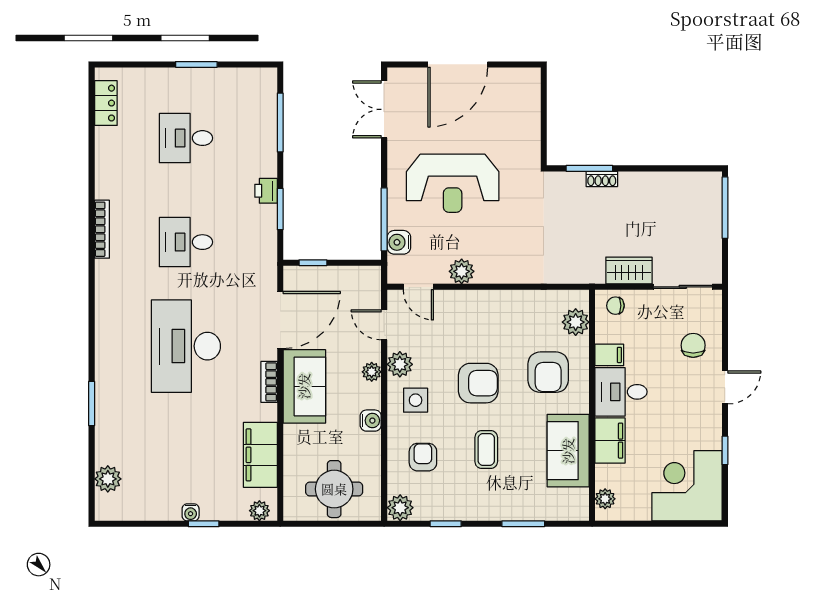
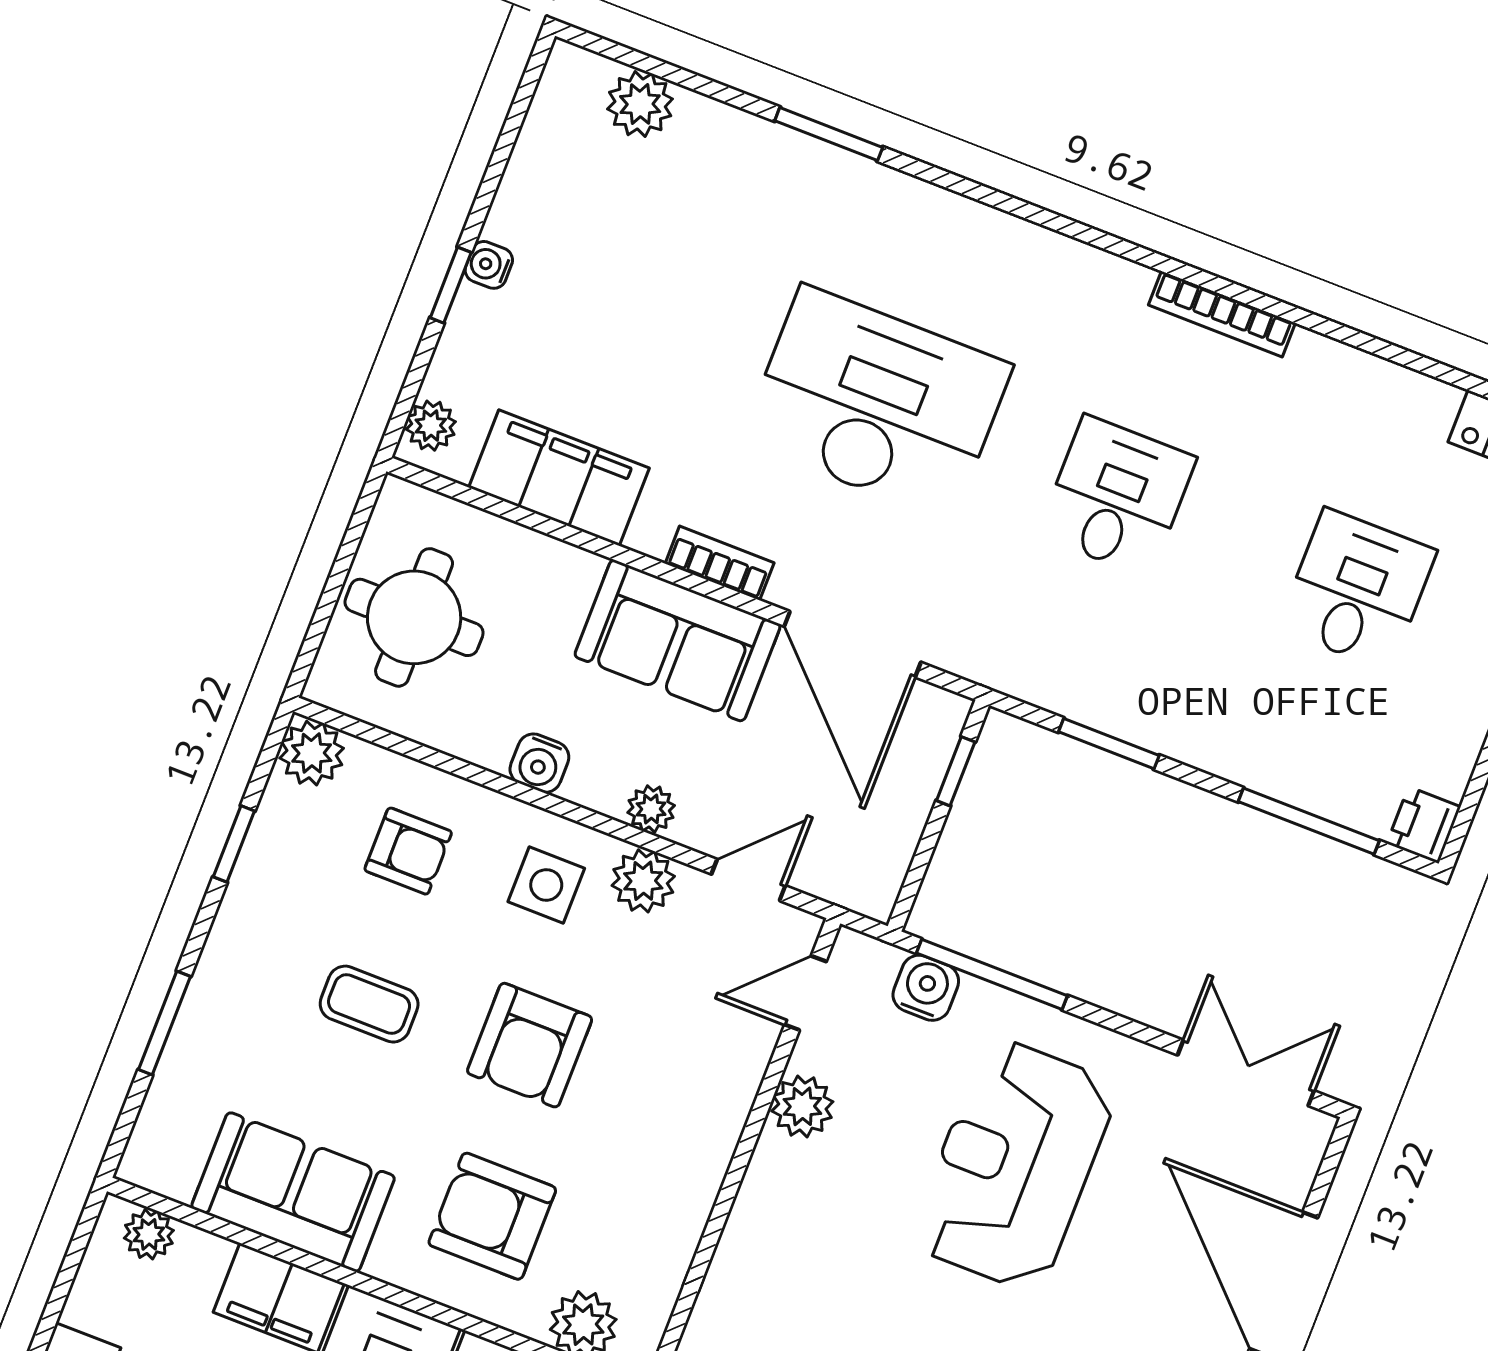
printer: (266, 191) -> (1424, 825), moved, turned -90

